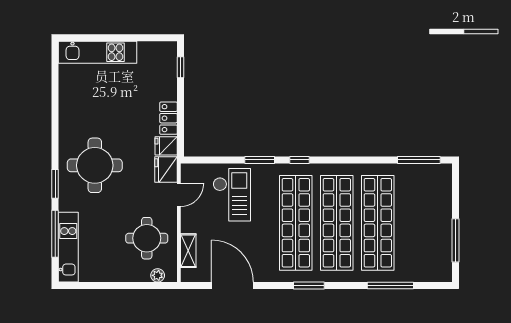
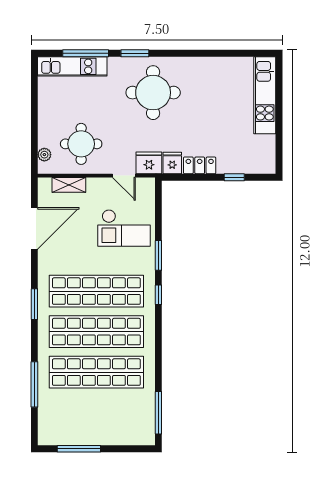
window: (181, 67) -> (234, 177), moved

